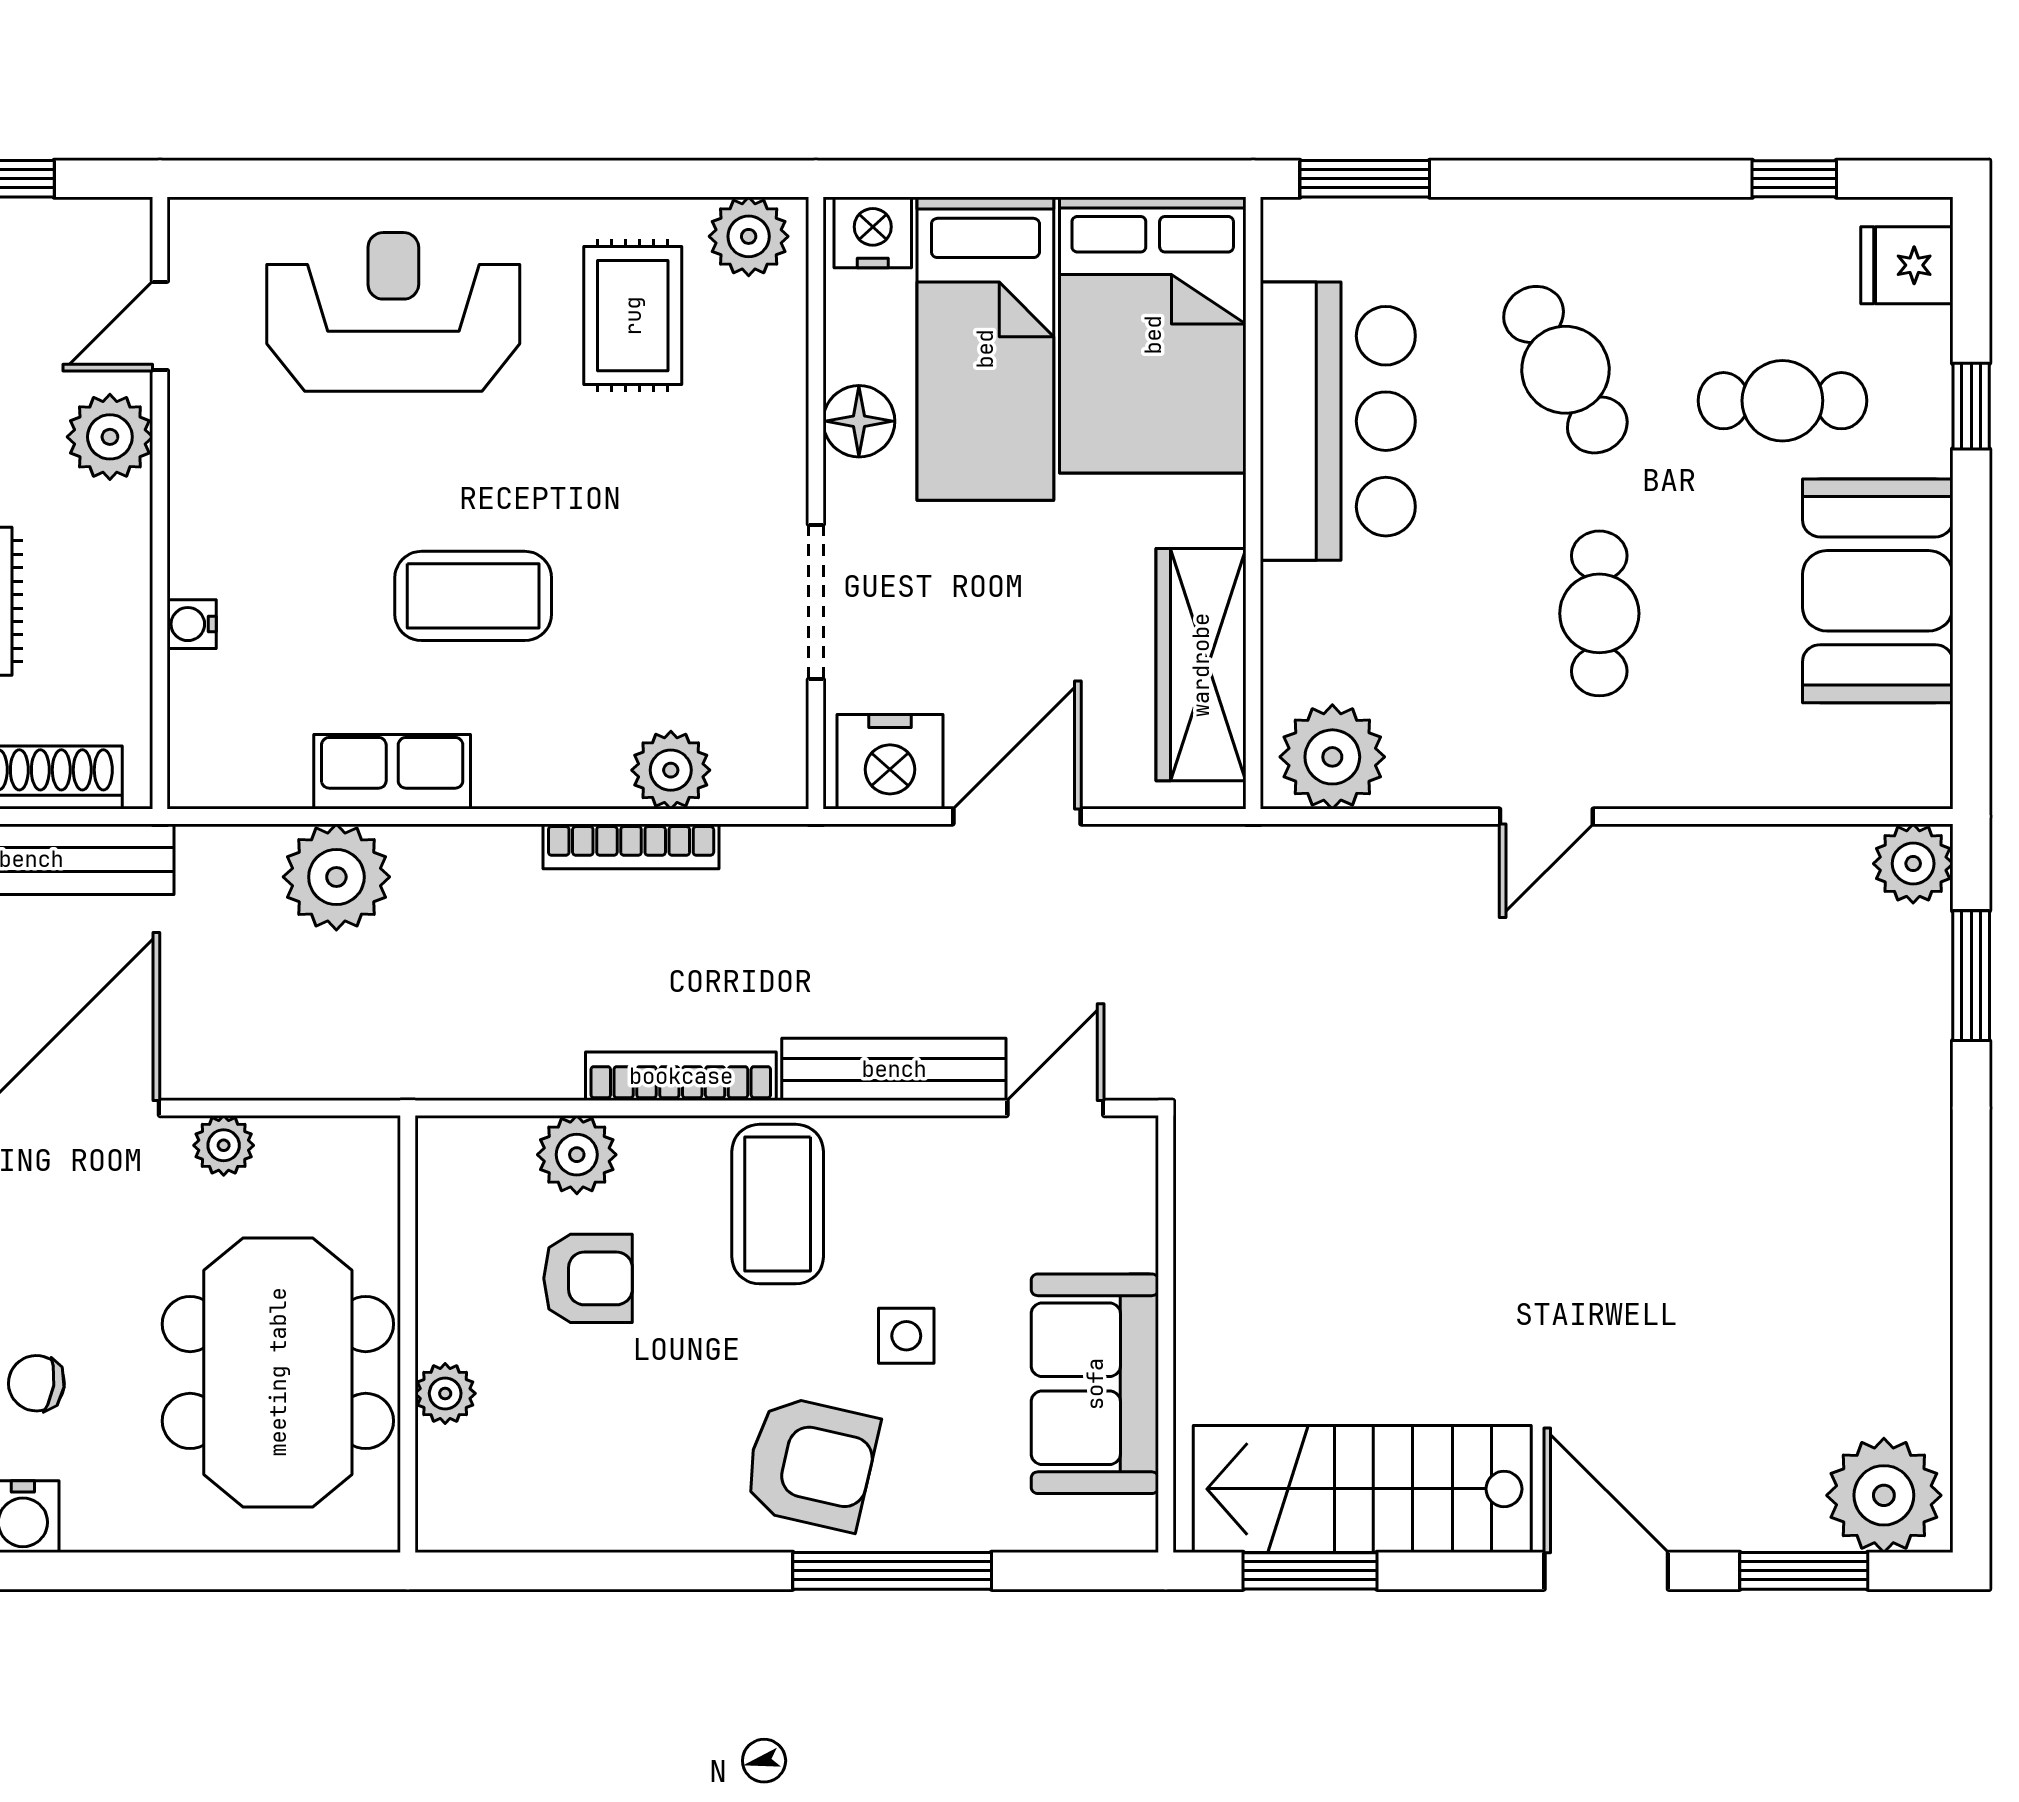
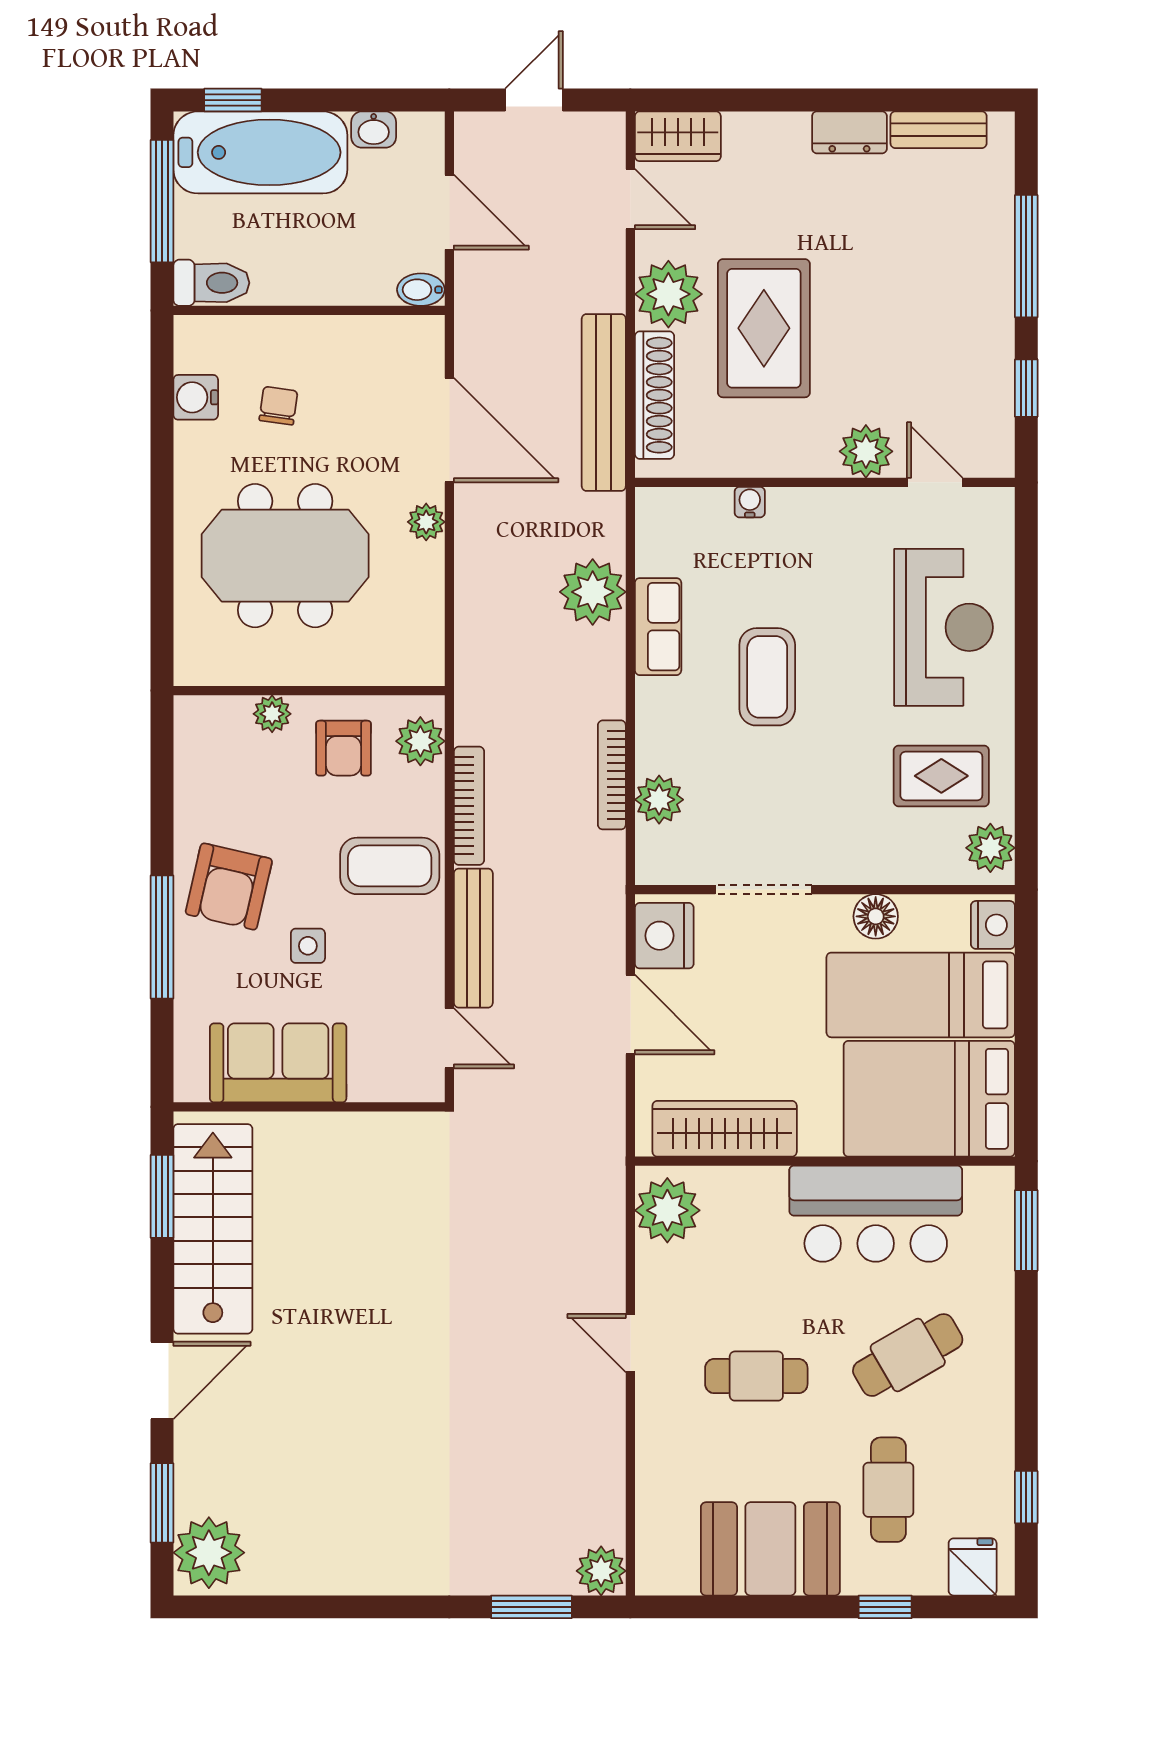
wall: (408, 1334) -> (309, 691), moved
plant: (445, 1393) -> (272, 714), moved

